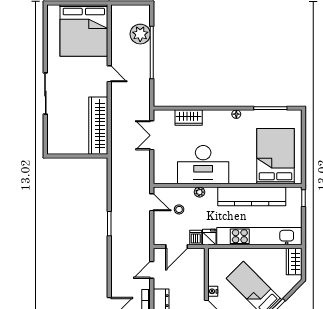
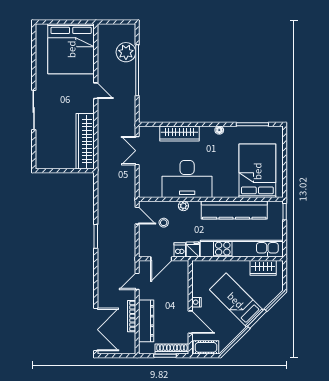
wardrobe: (189, 118) -> (179, 133), width x1.50
wardrobe: (294, 262) -> (263, 268), moved, turned -90

